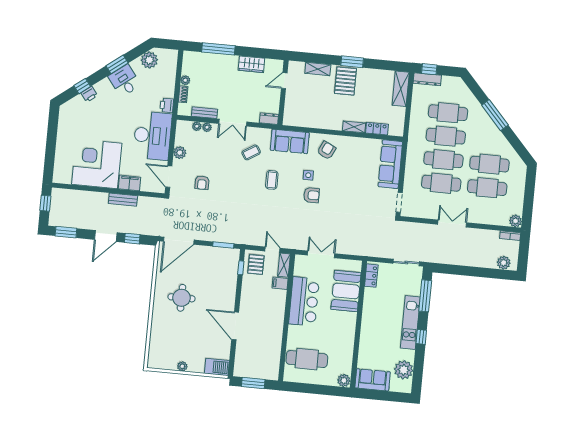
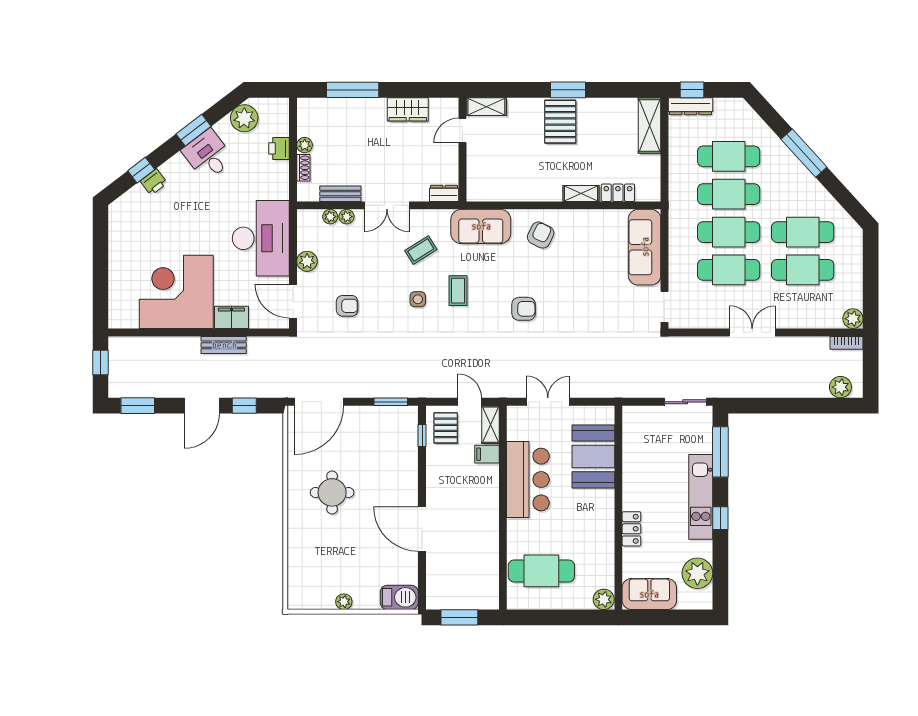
shelving: (318, 69) -> (486, 107), moved
printer: (167, 105) -> (279, 148), moved
side table: (308, 175) -> (418, 299), moved
armchair: (202, 183) -> (347, 306), turned -90
locker: (371, 276) -> (631, 529), moved

